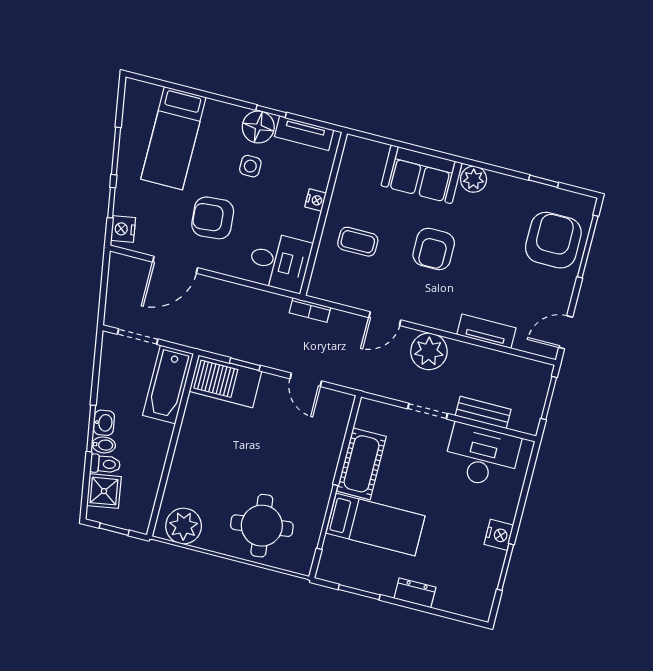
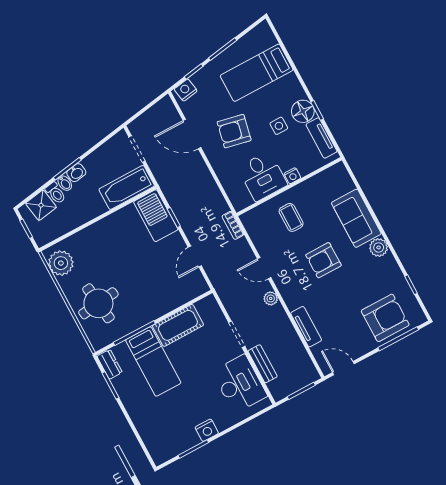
armchair: (213, 218) -> (234, 131), turned -73
desk: (279, 262) -> (263, 176), moved
plant: (429, 351) -> (271, 298), width x0.53, depth x0.53
dresser: (415, 593) -> (110, 364), moved

